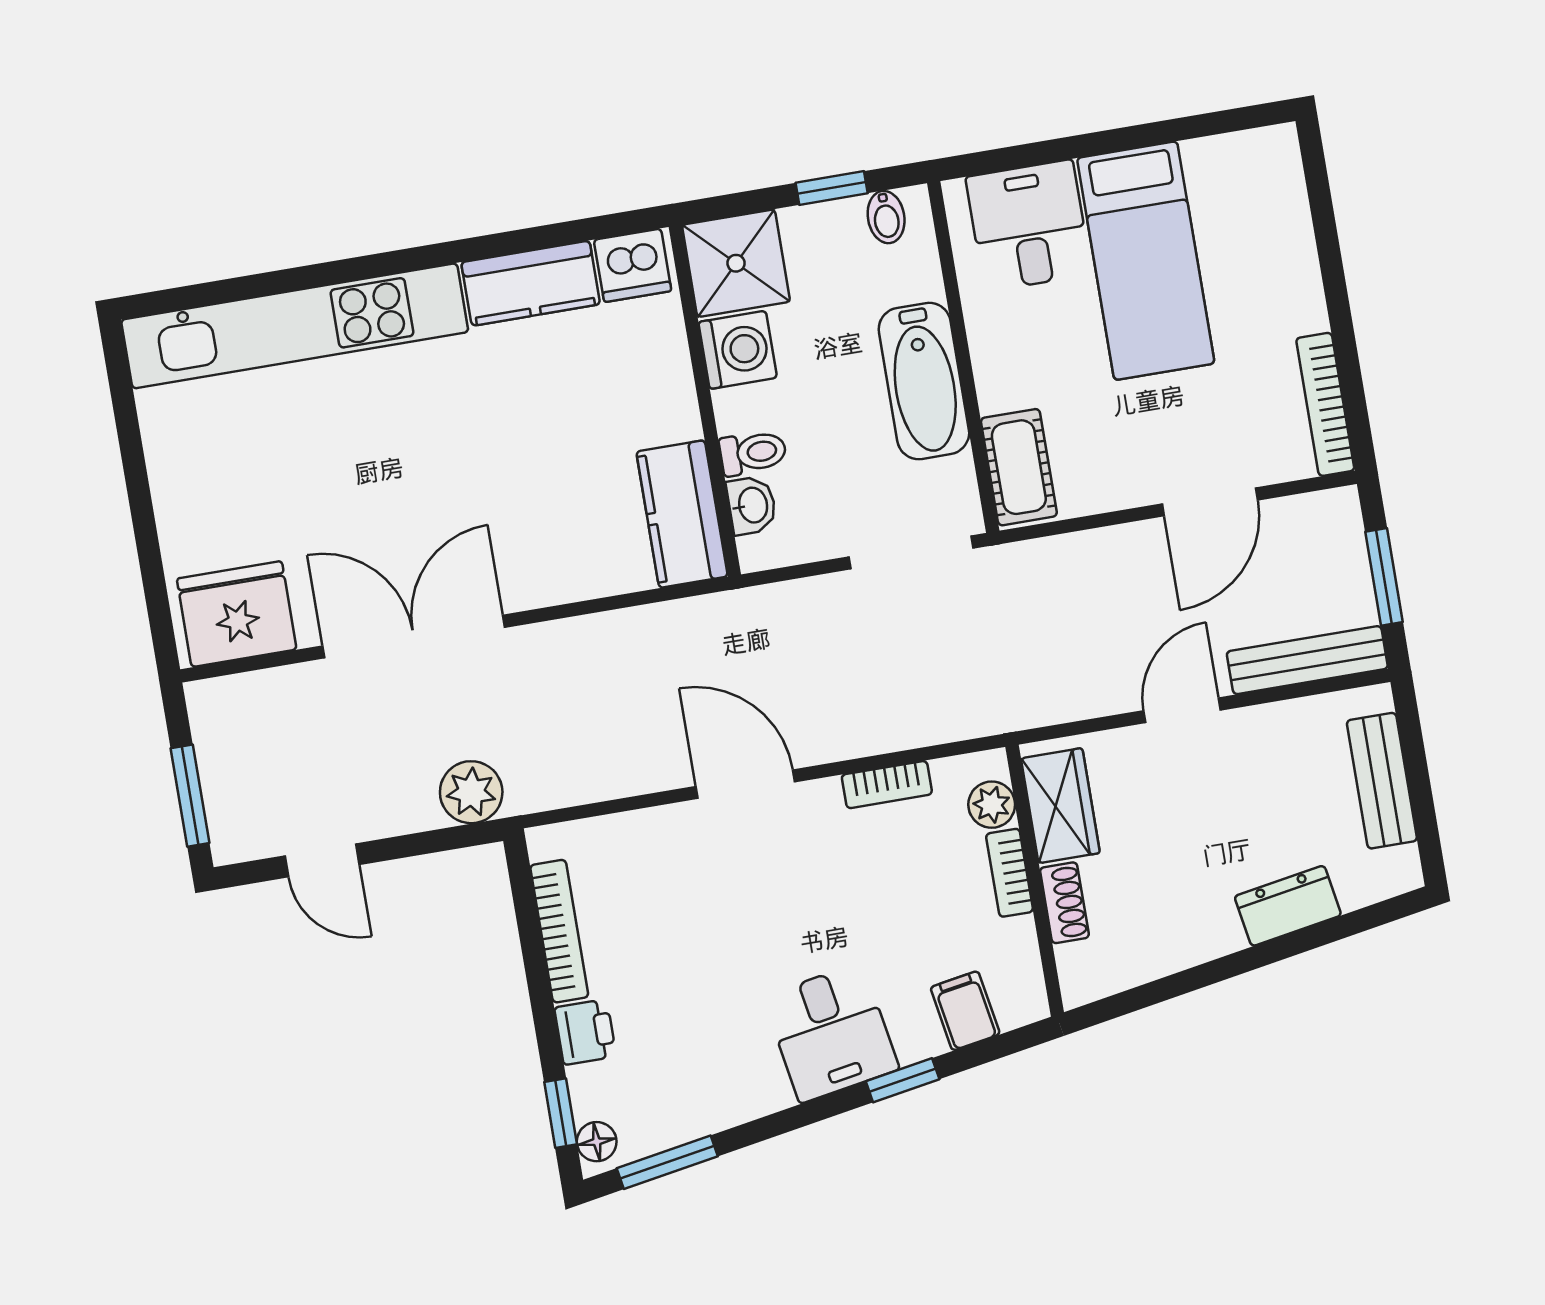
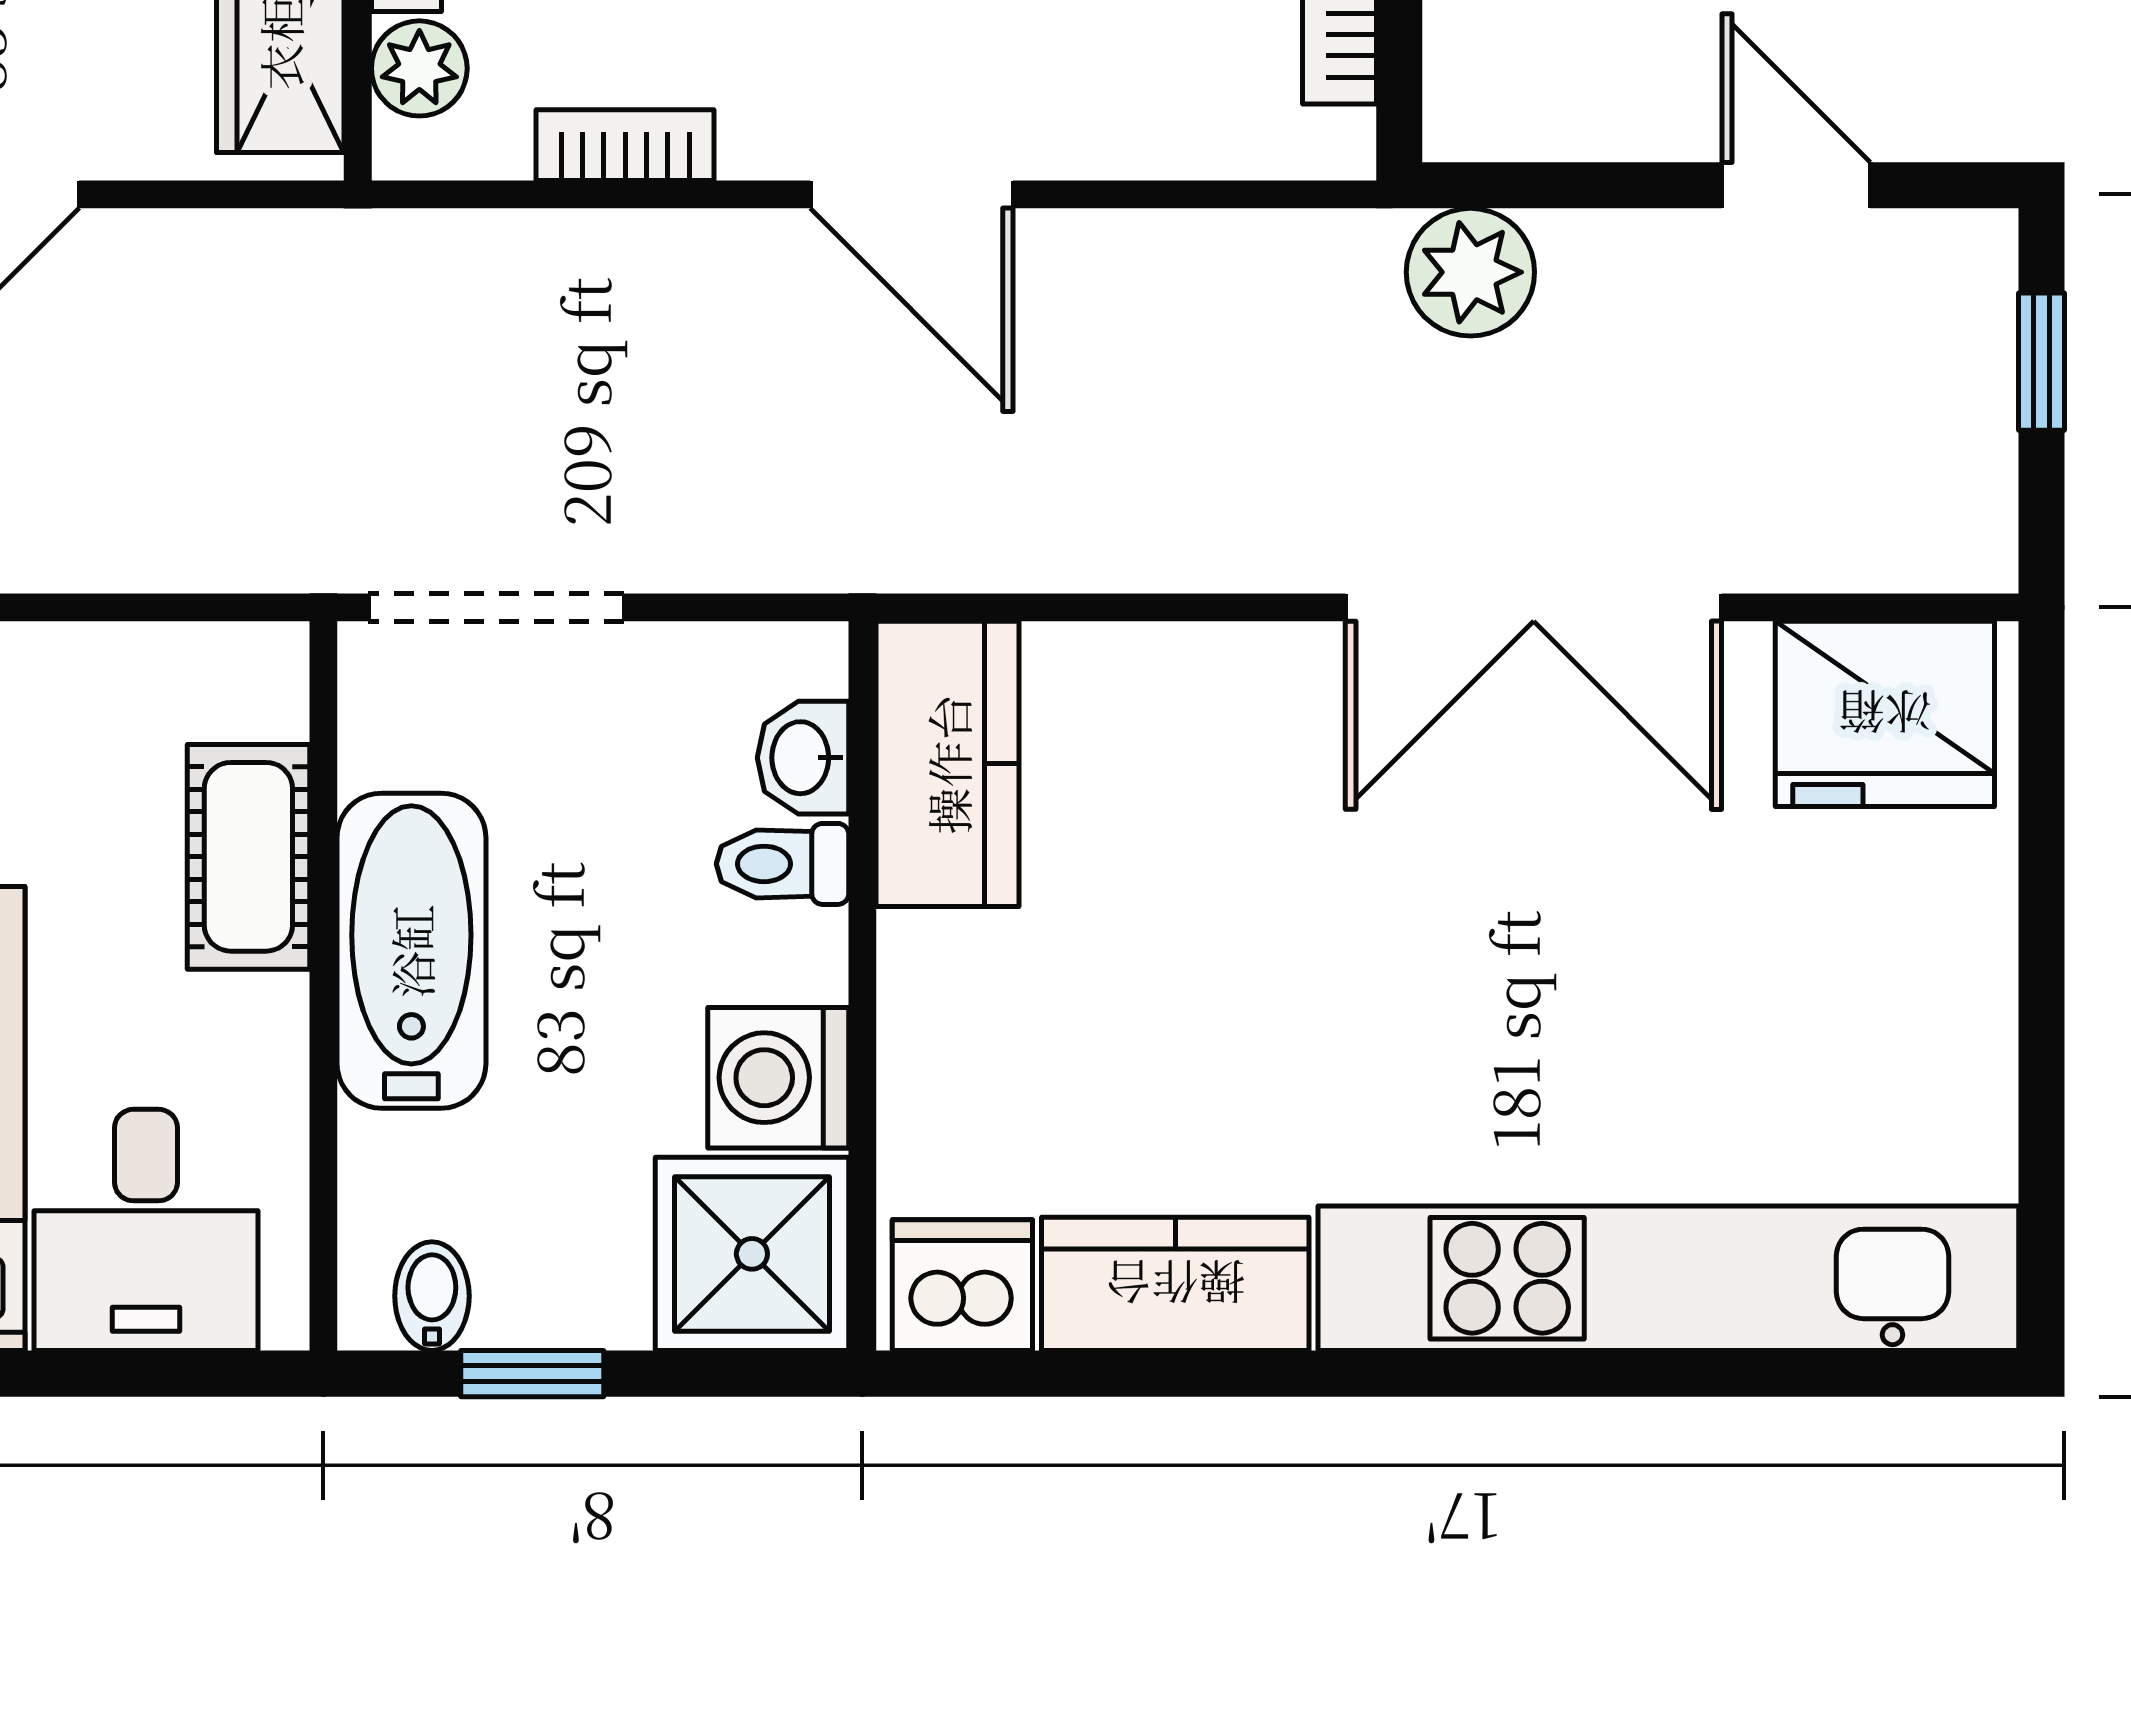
cot: (1019, 467) -> (248, 857), moved
window: (190, 796) -> (2042, 362), width x0.67

